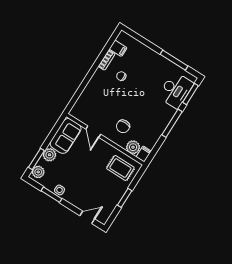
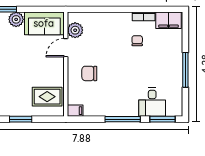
filing cabinet: (118, 48) -> (169, 20), width x2.00
window: (174, 60) -> (185, 70), moved
desk: (176, 90) -> (152, 102), width x0.73
plant: (133, 147) -> (75, 30), moved
rug: (120, 168) -> (47, 97), turned 90

